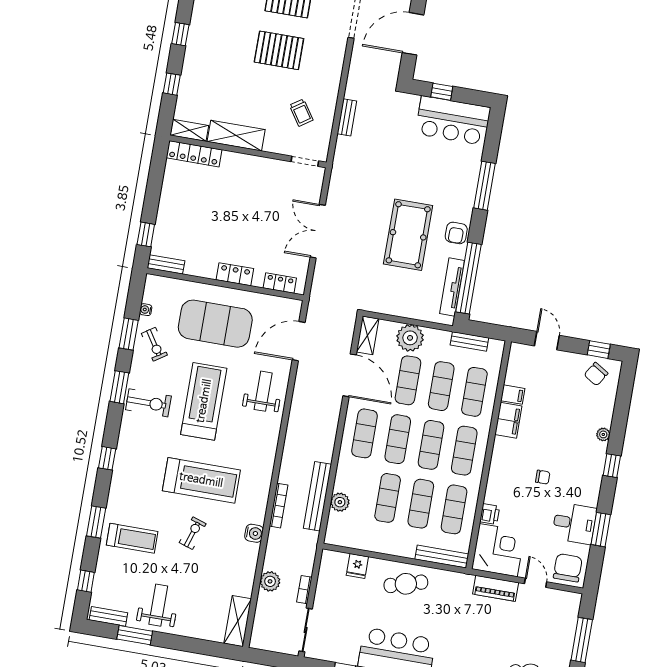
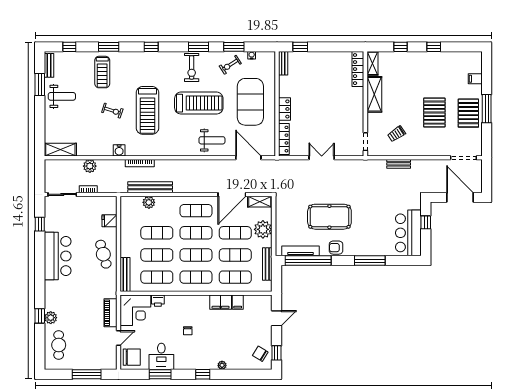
double door: (318, 231) -> (322, 158), width x0.73
locker: (280, 283) -> (284, 139), width x1.53
bench: (469, 341) -> (267, 264), width x1.36

